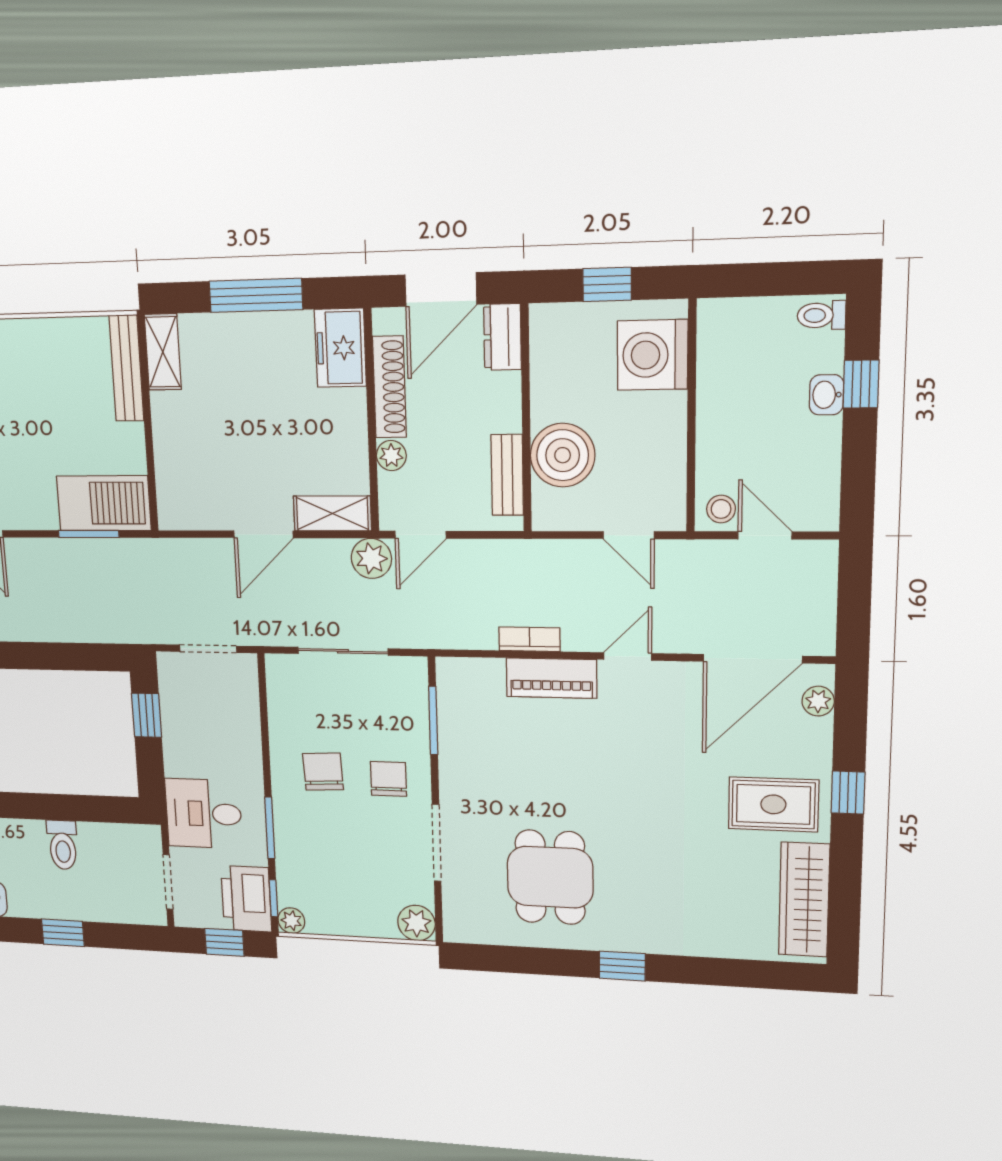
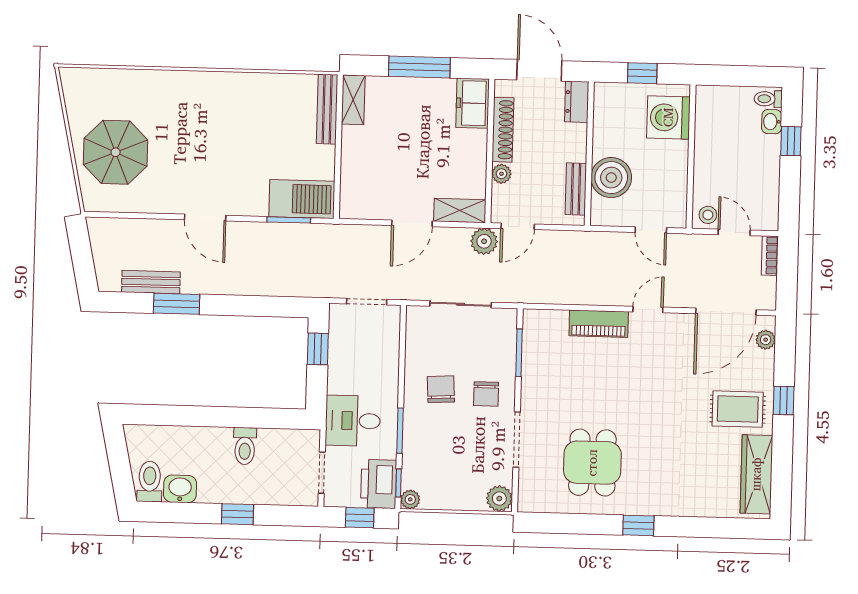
door: (441, 290) -> (539, 70), swing flipped
washbasin: (826, 395) -> (772, 122), moved
bookcase: (529, 639) -> (770, 256), moved, turned -90
chair: (388, 779) -> (486, 394), turned 180

